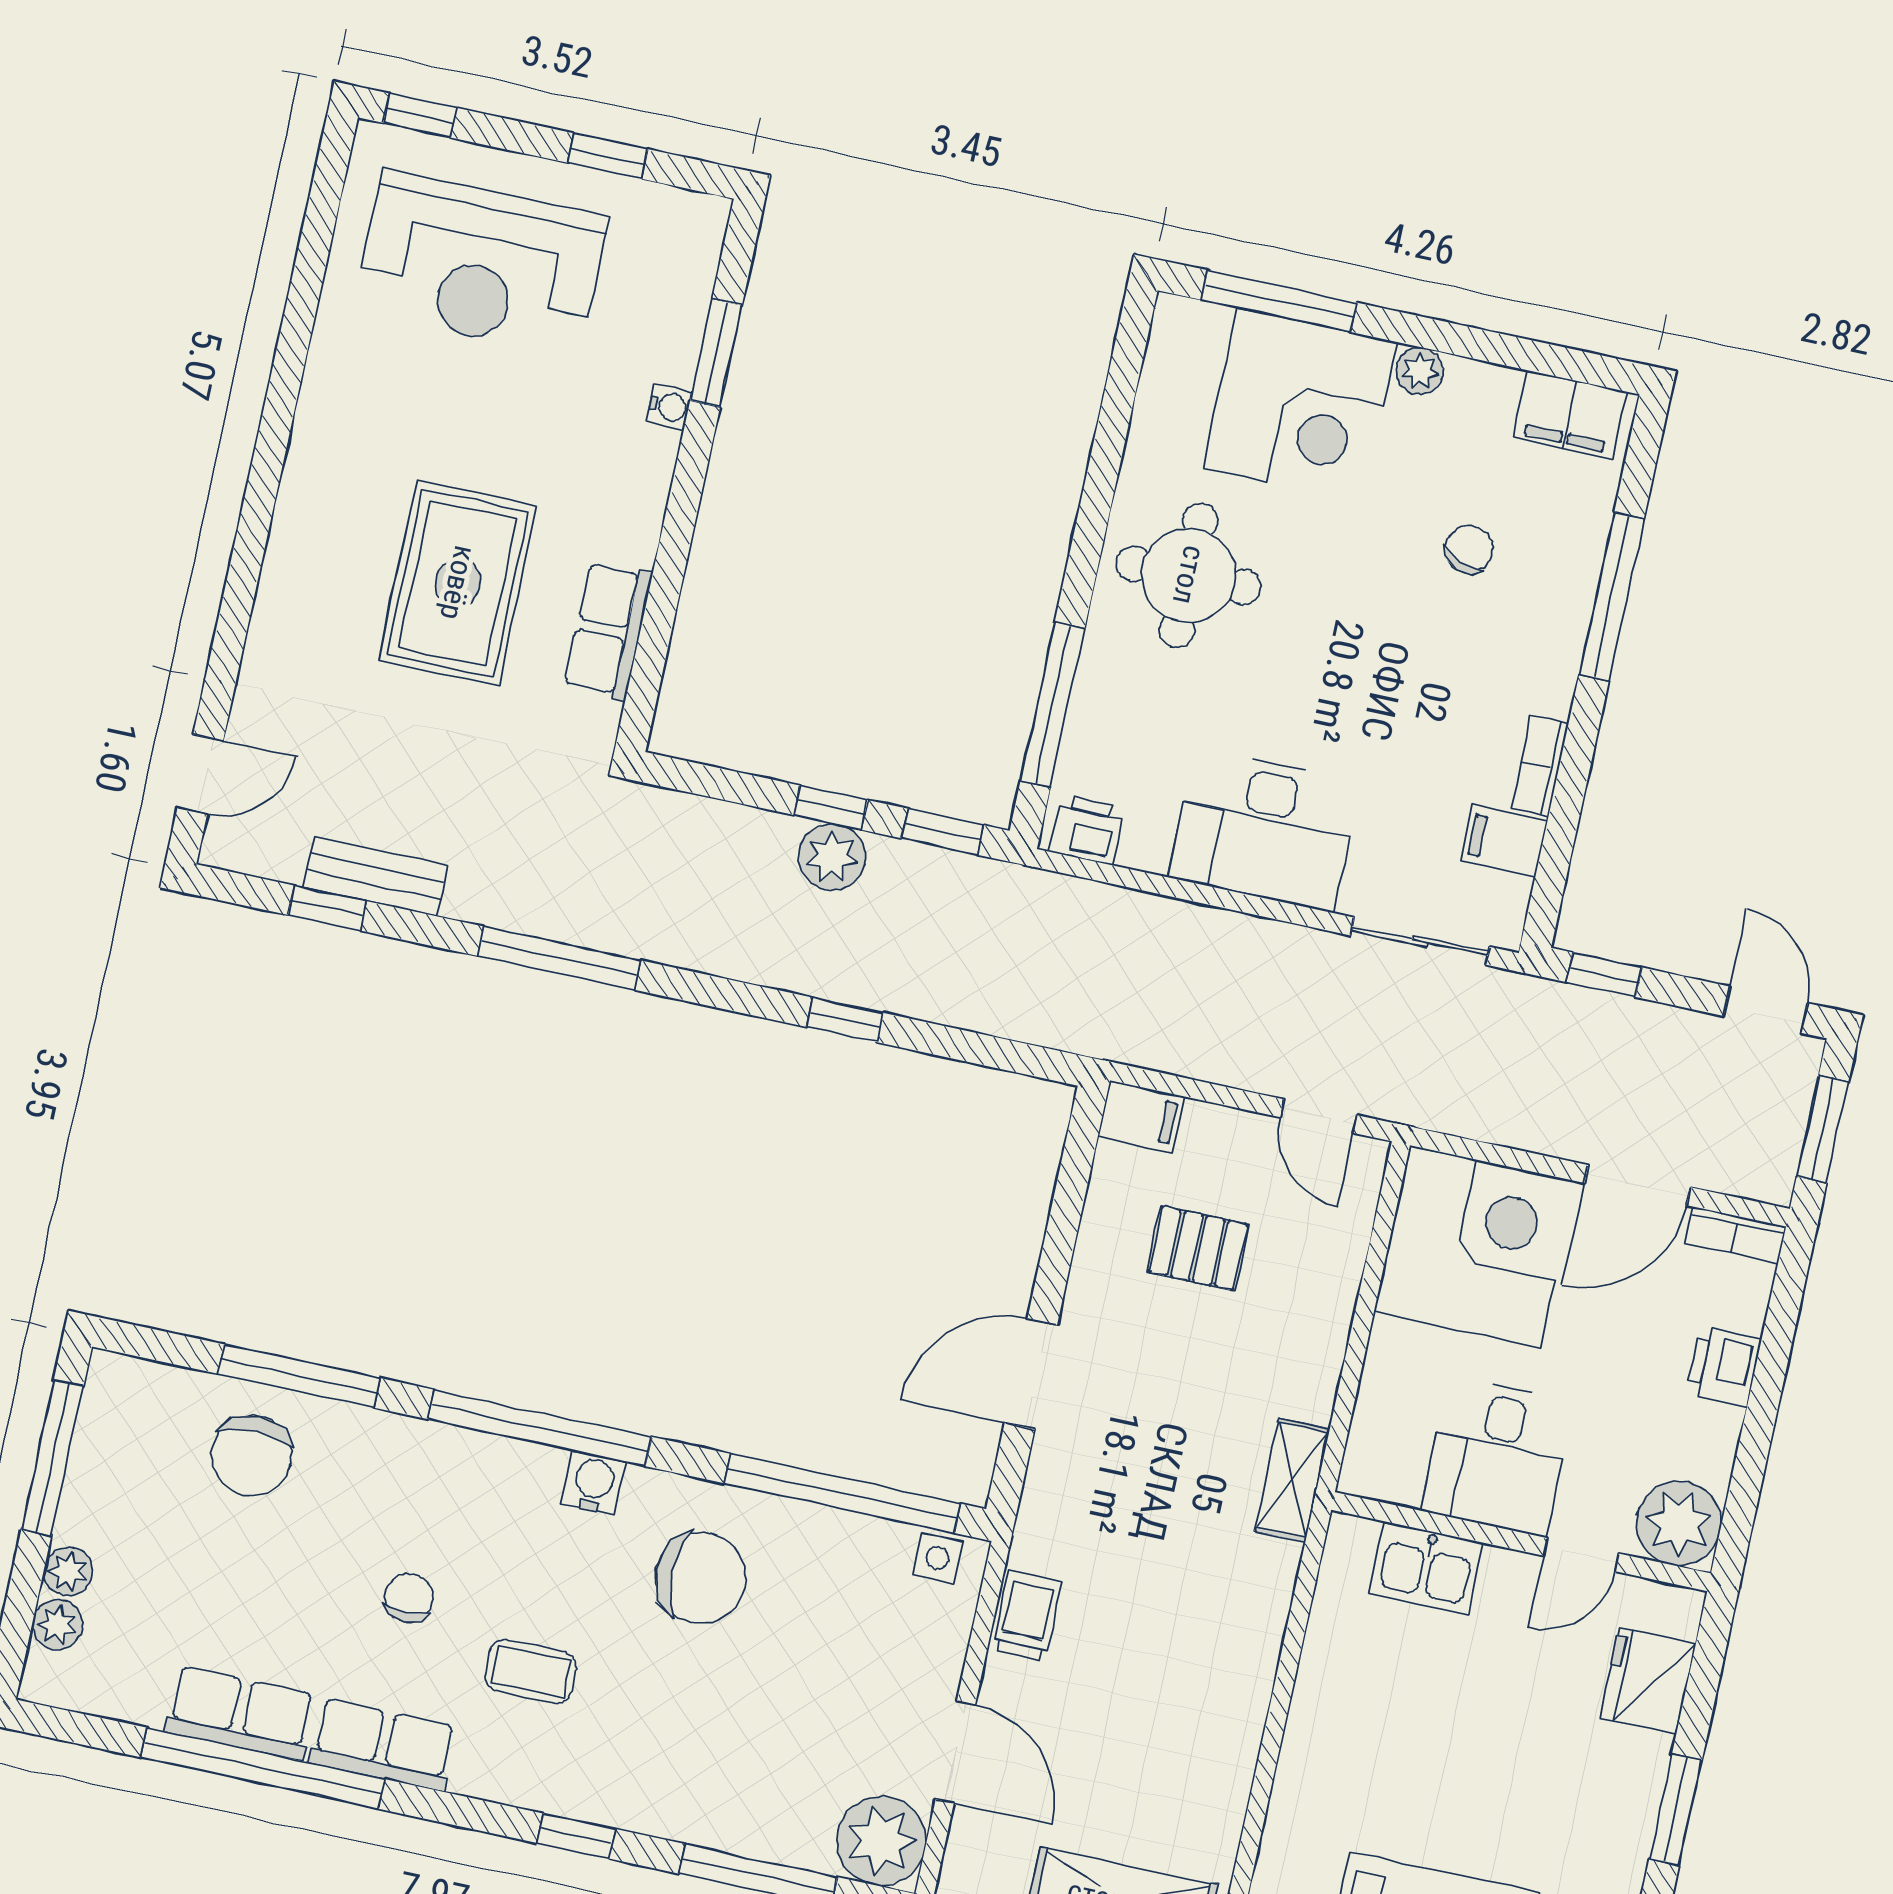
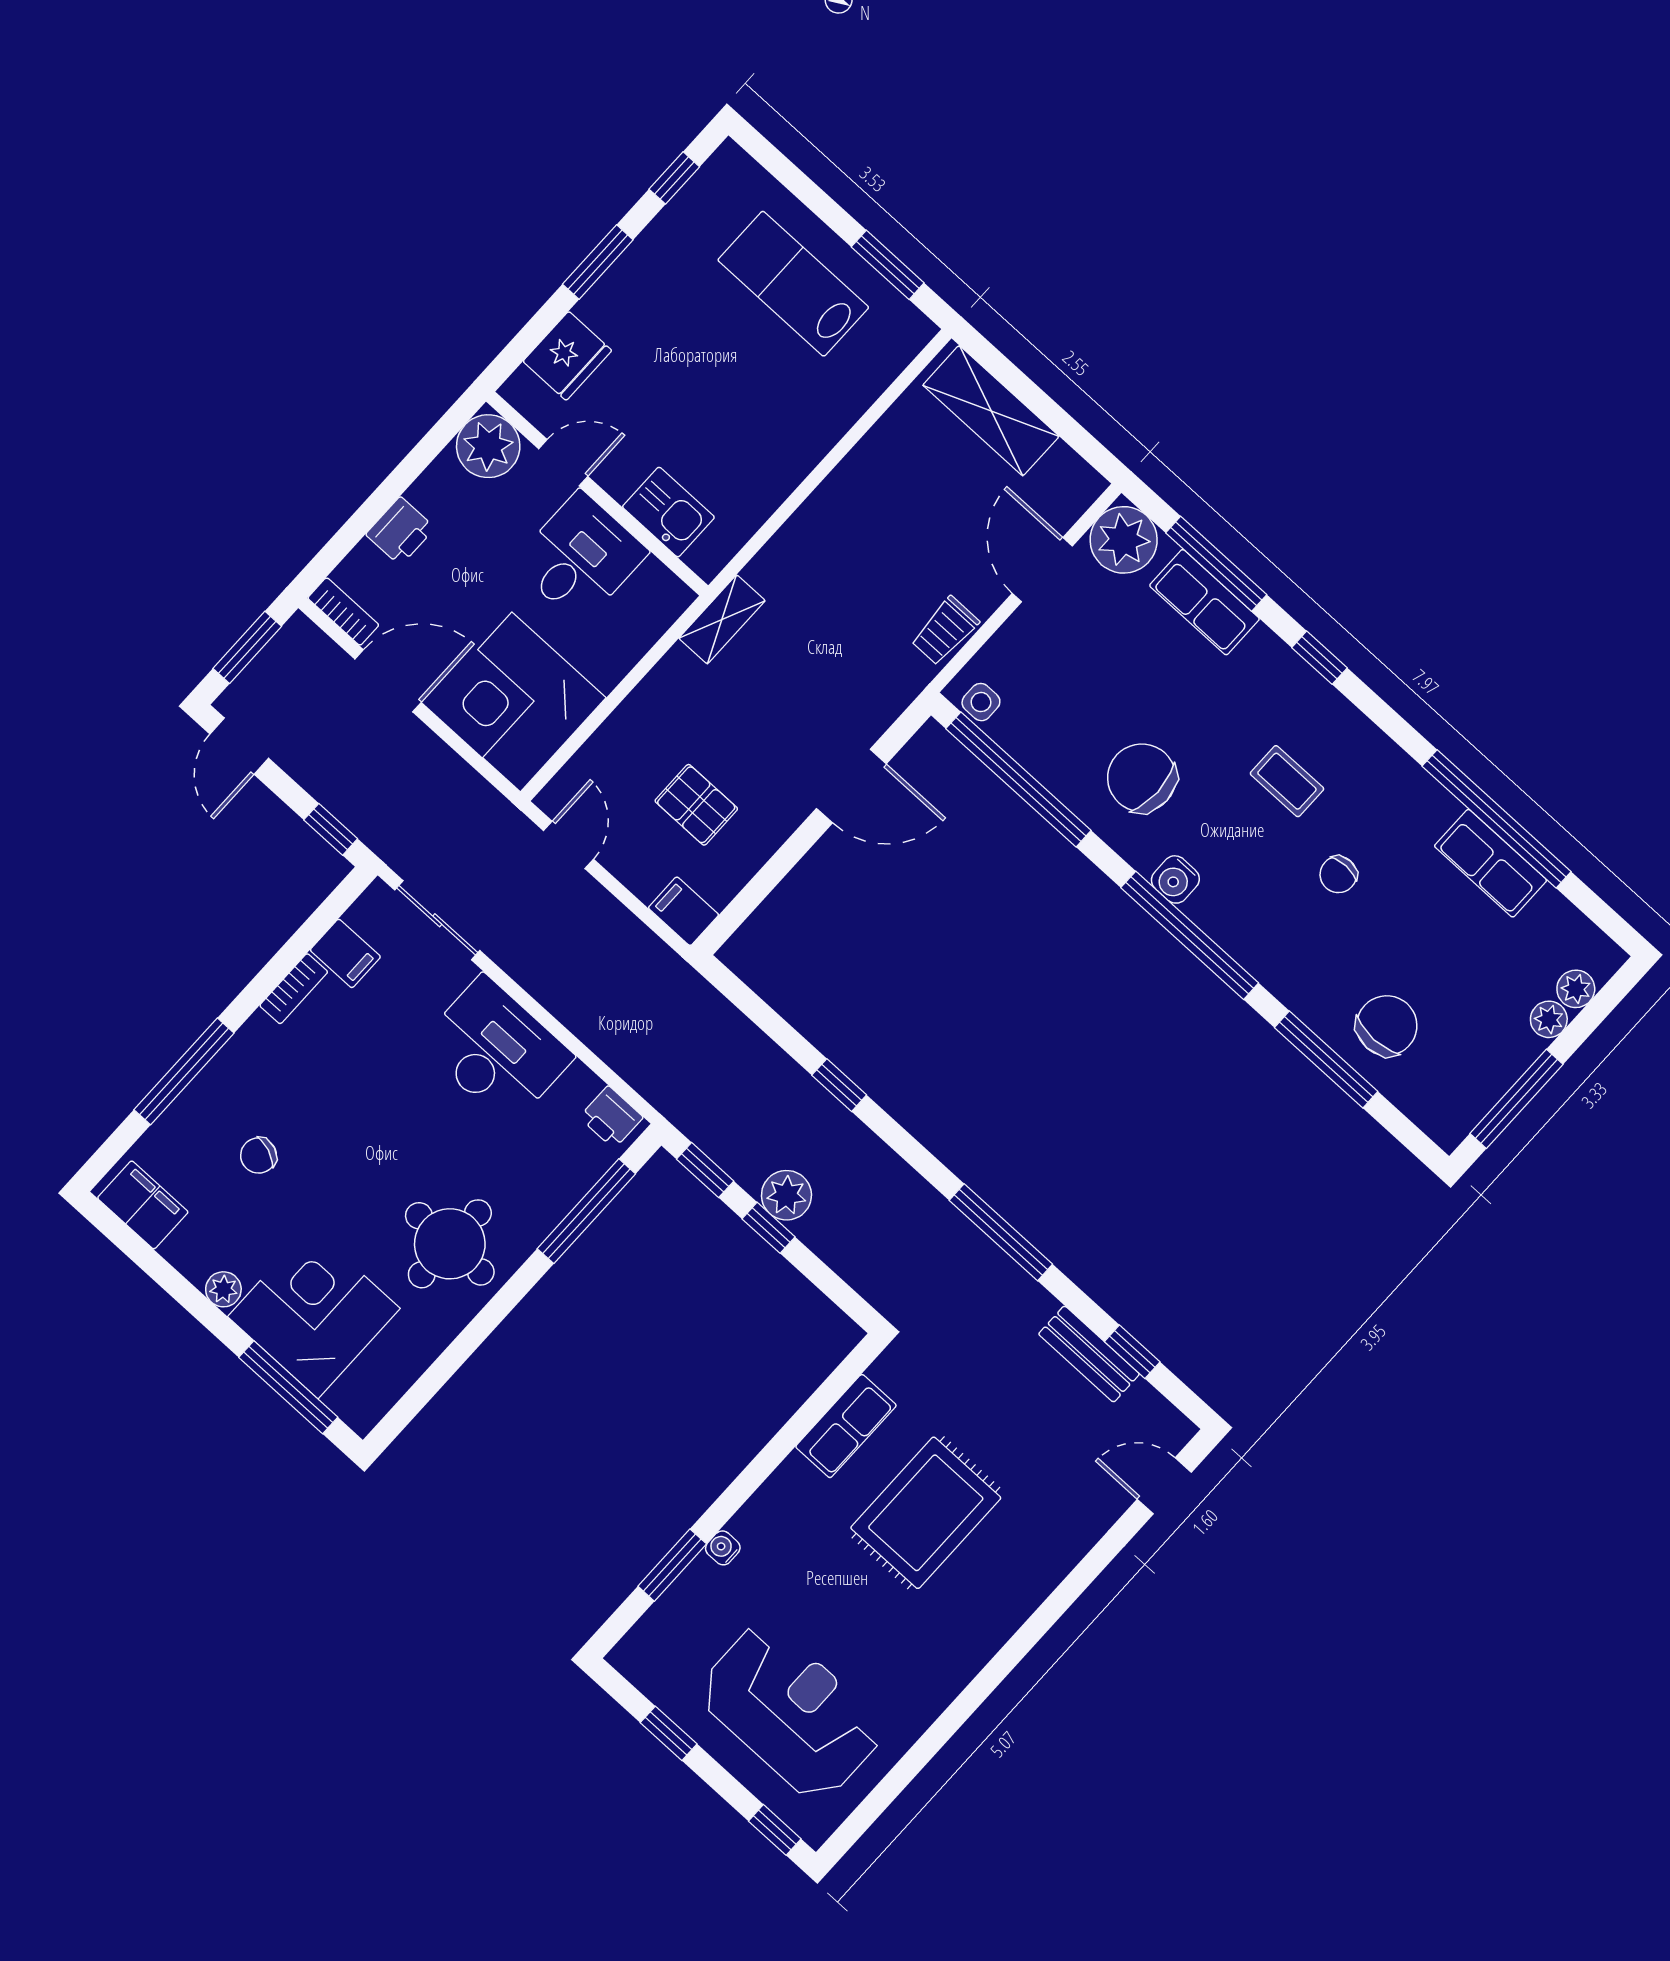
row of seats: (383, 1745) -> (1204, 602), moved

